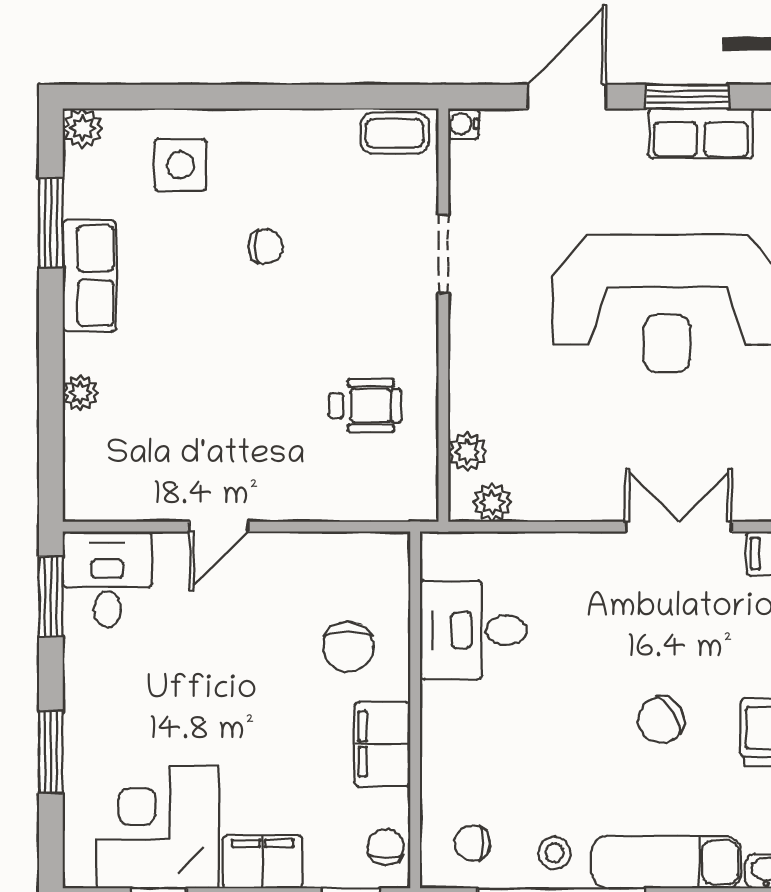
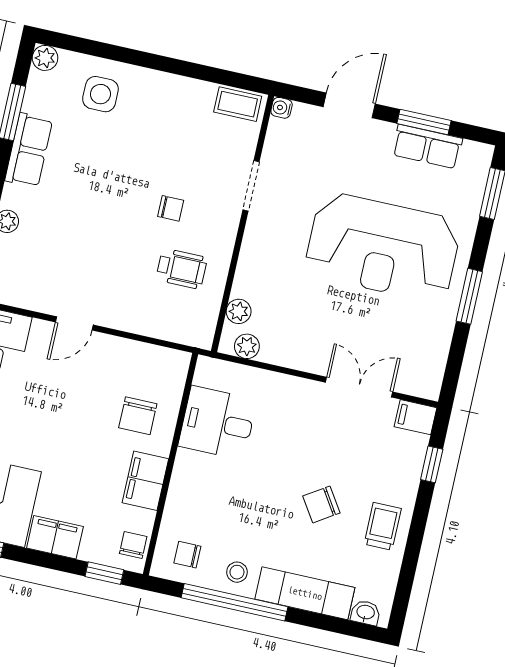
chair: (266, 247) -> (171, 208), moved

